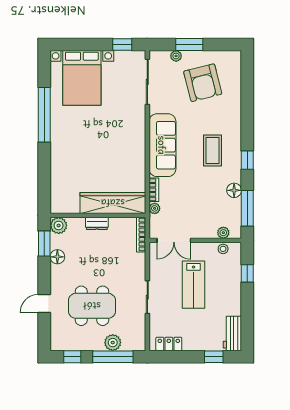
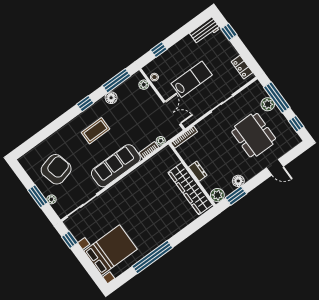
wardrobe: (113, 203) -> (190, 189), moved

